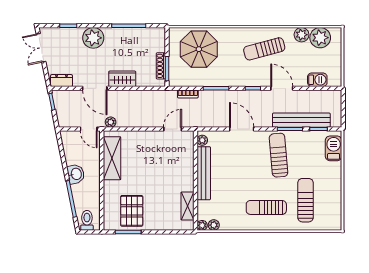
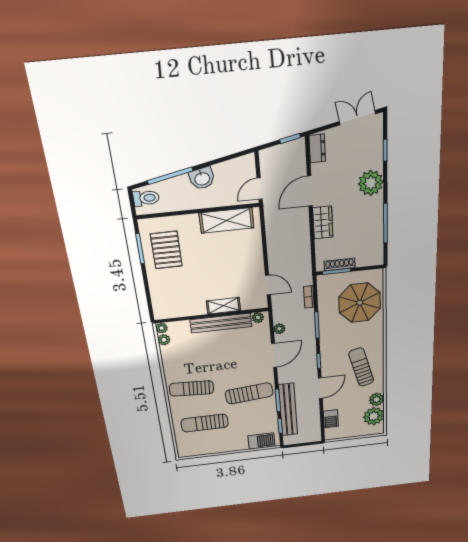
plant: (111, 122) -> (279, 329), moved
sun lounger: (305, 200) -> (205, 423), turned 180
shelving: (187, 206) -> (223, 306), moved
sun lounger: (266, 207) -> (192, 388), turned -87
pallet: (132, 211) -> (166, 250), turned 90

